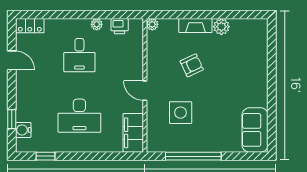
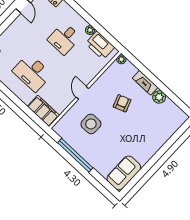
printer: (120, 26) -> (100, 45), width x1.87, depth x1.48
armchair: (192, 65) -> (122, 103), turned -85
filing cabinet: (133, 133) -> (43, 111), moved, turned 90

